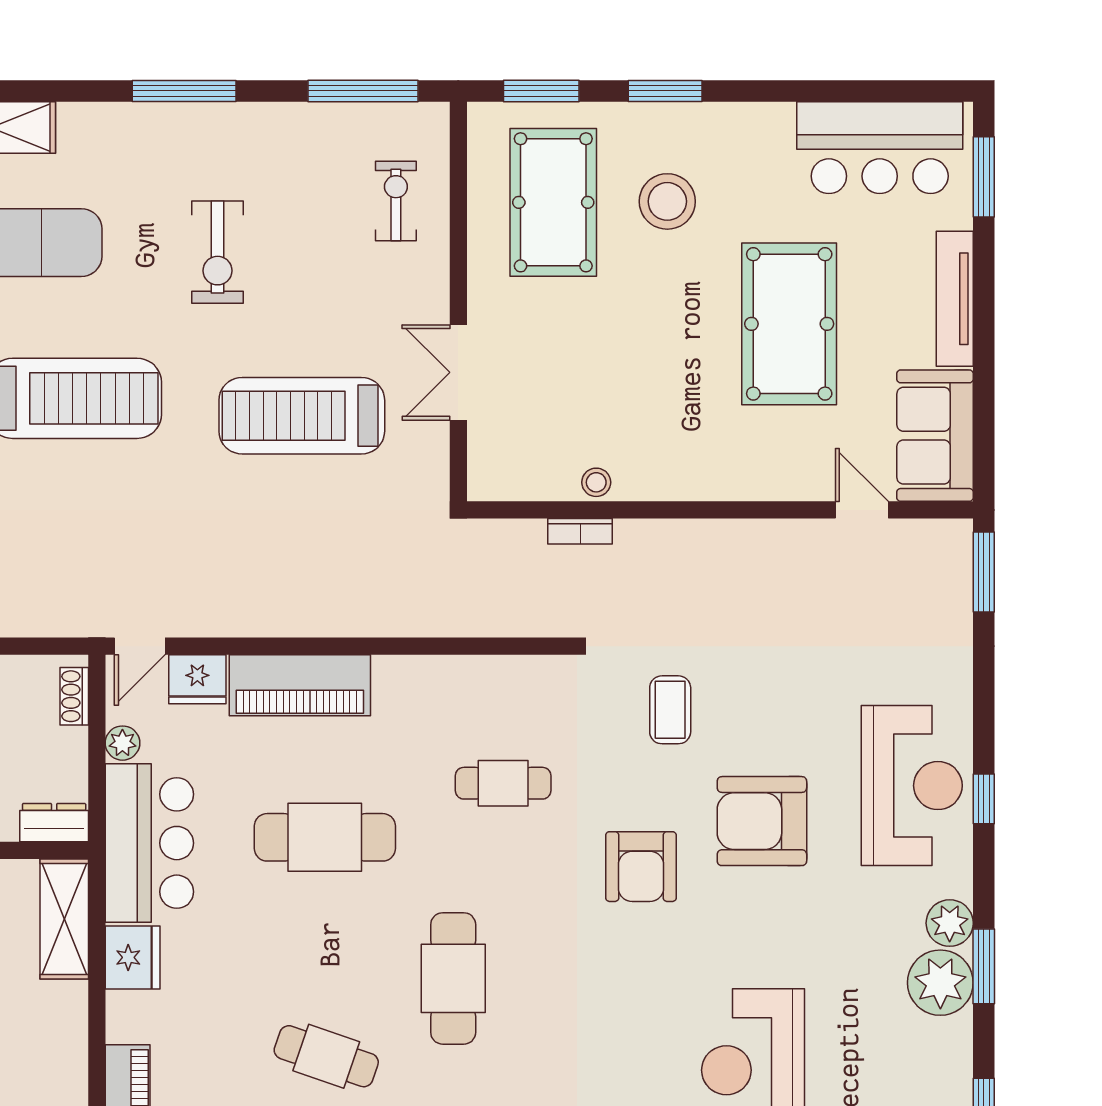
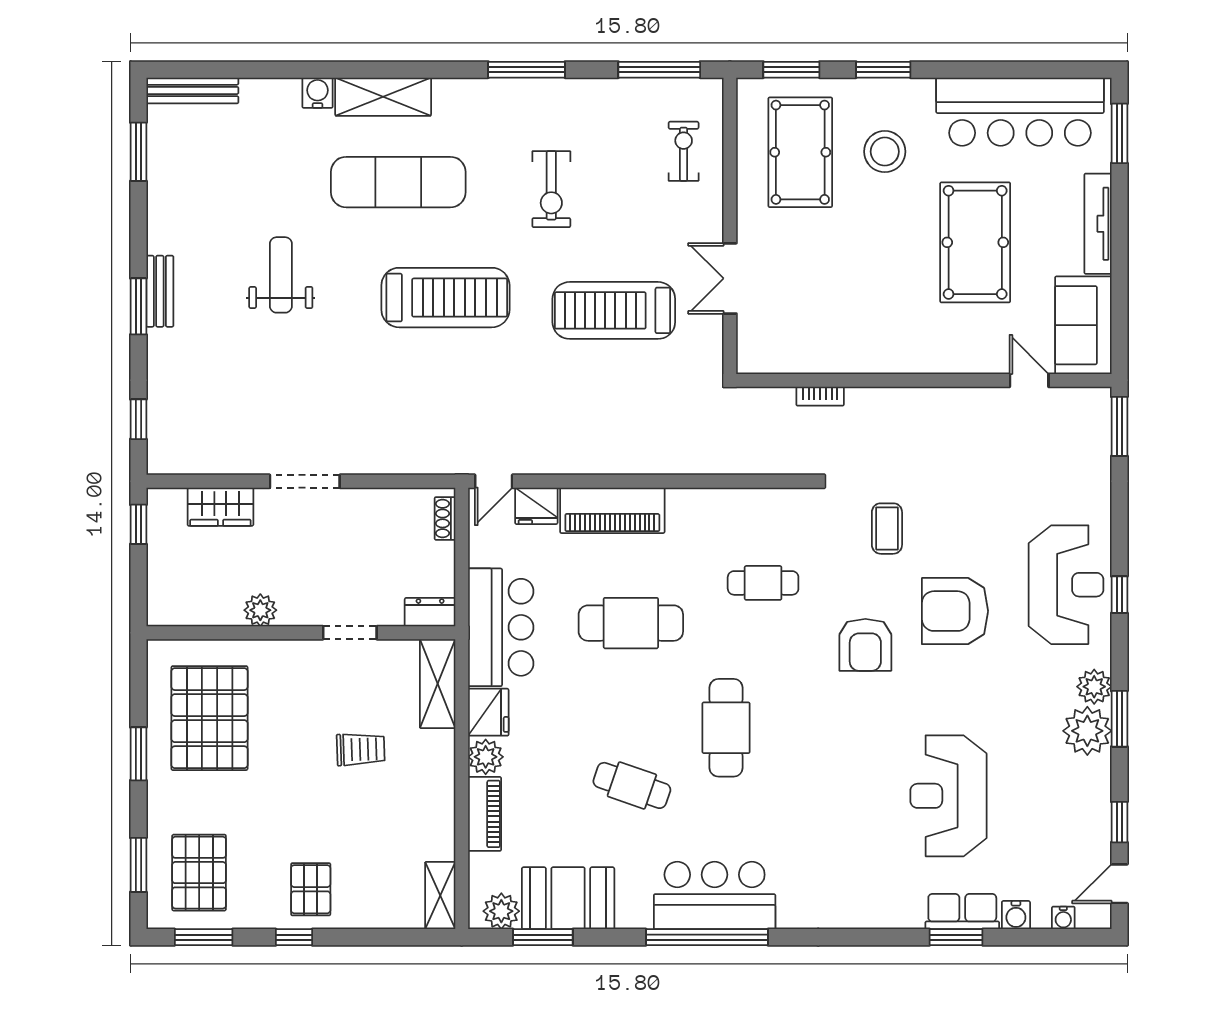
bar counter: (880, 148) -> (1020, 112), width x1.36
stool: (596, 482) -> (832, 360), removed
plant: (122, 743) -> (486, 757), moved, width x1.38, depth x1.38

